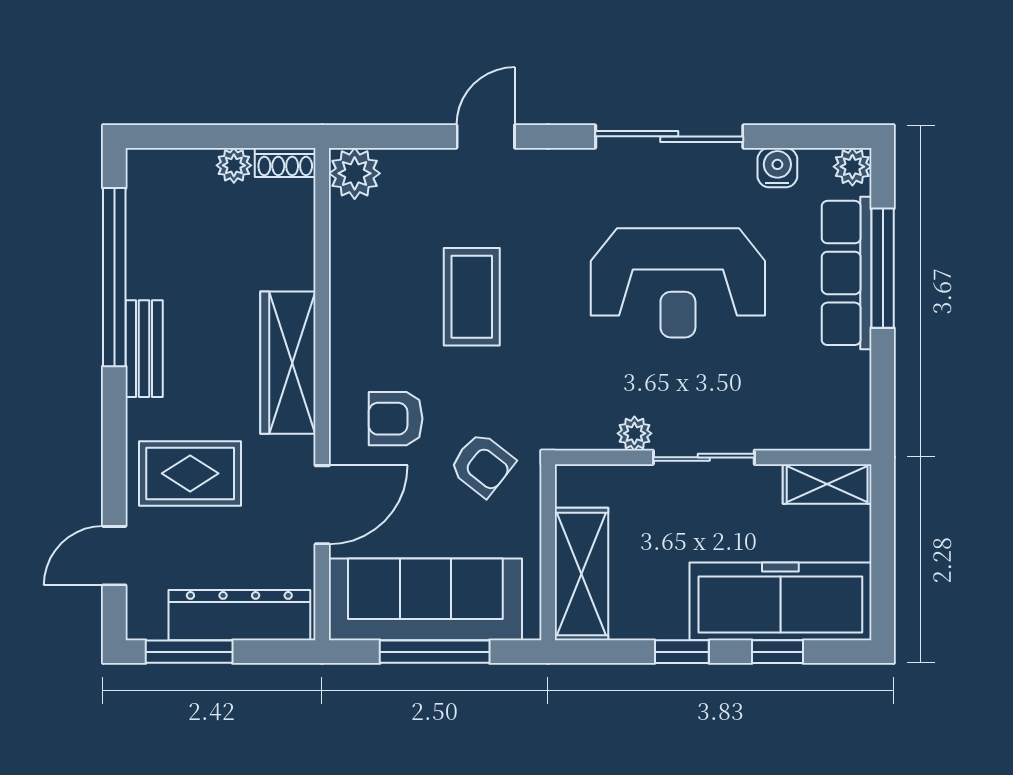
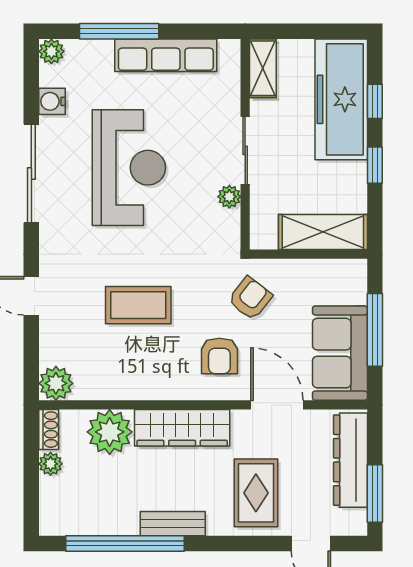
plant: (281, 254) -> (110, 432), added
row of seats: (847, 273) -> (166, 55), moved
sofa: (425, 599) -> (340, 353), width x0.73

